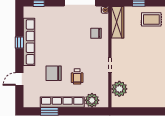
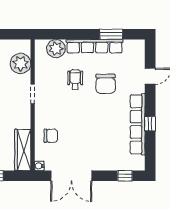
chair: (54, 73) -> (106, 84), turned 90

